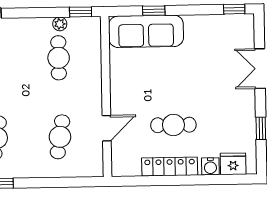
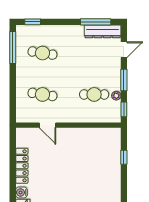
window: (36, 13) -> (124, 80), added
sofa: (146, 31) -> (110, 152), removed
cafe table: (173, 125) -> (49, 169), removed

